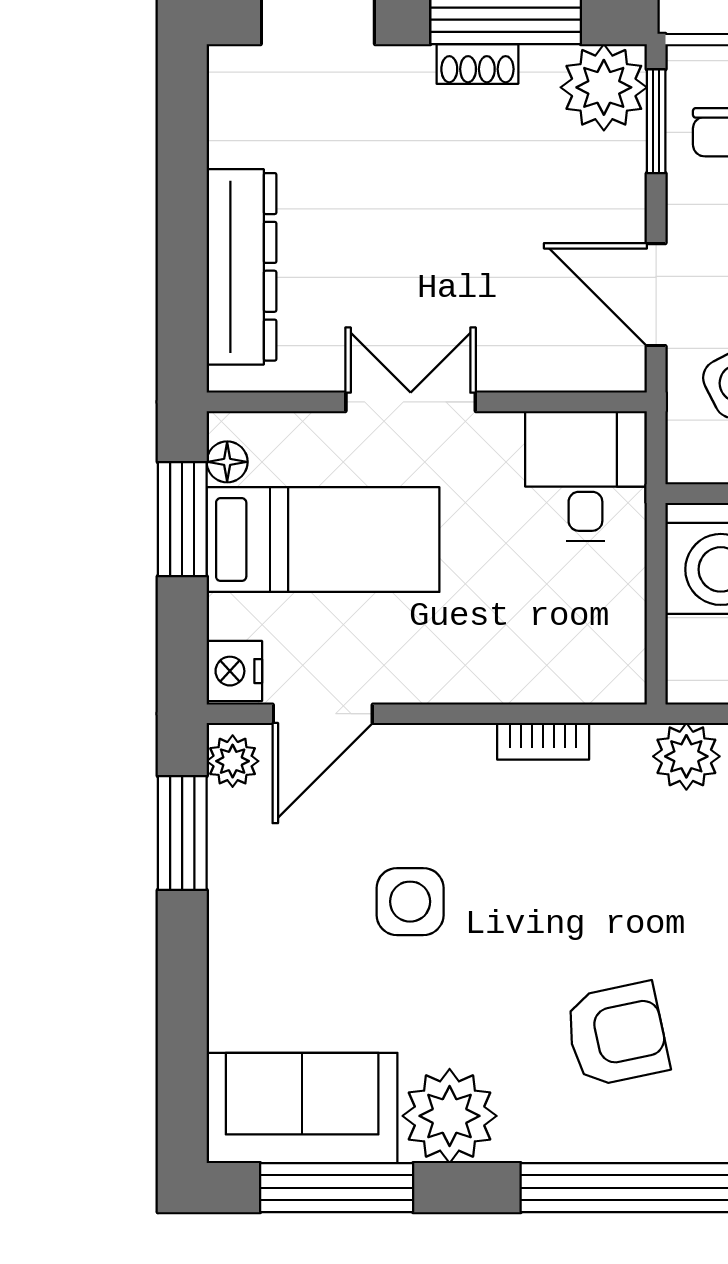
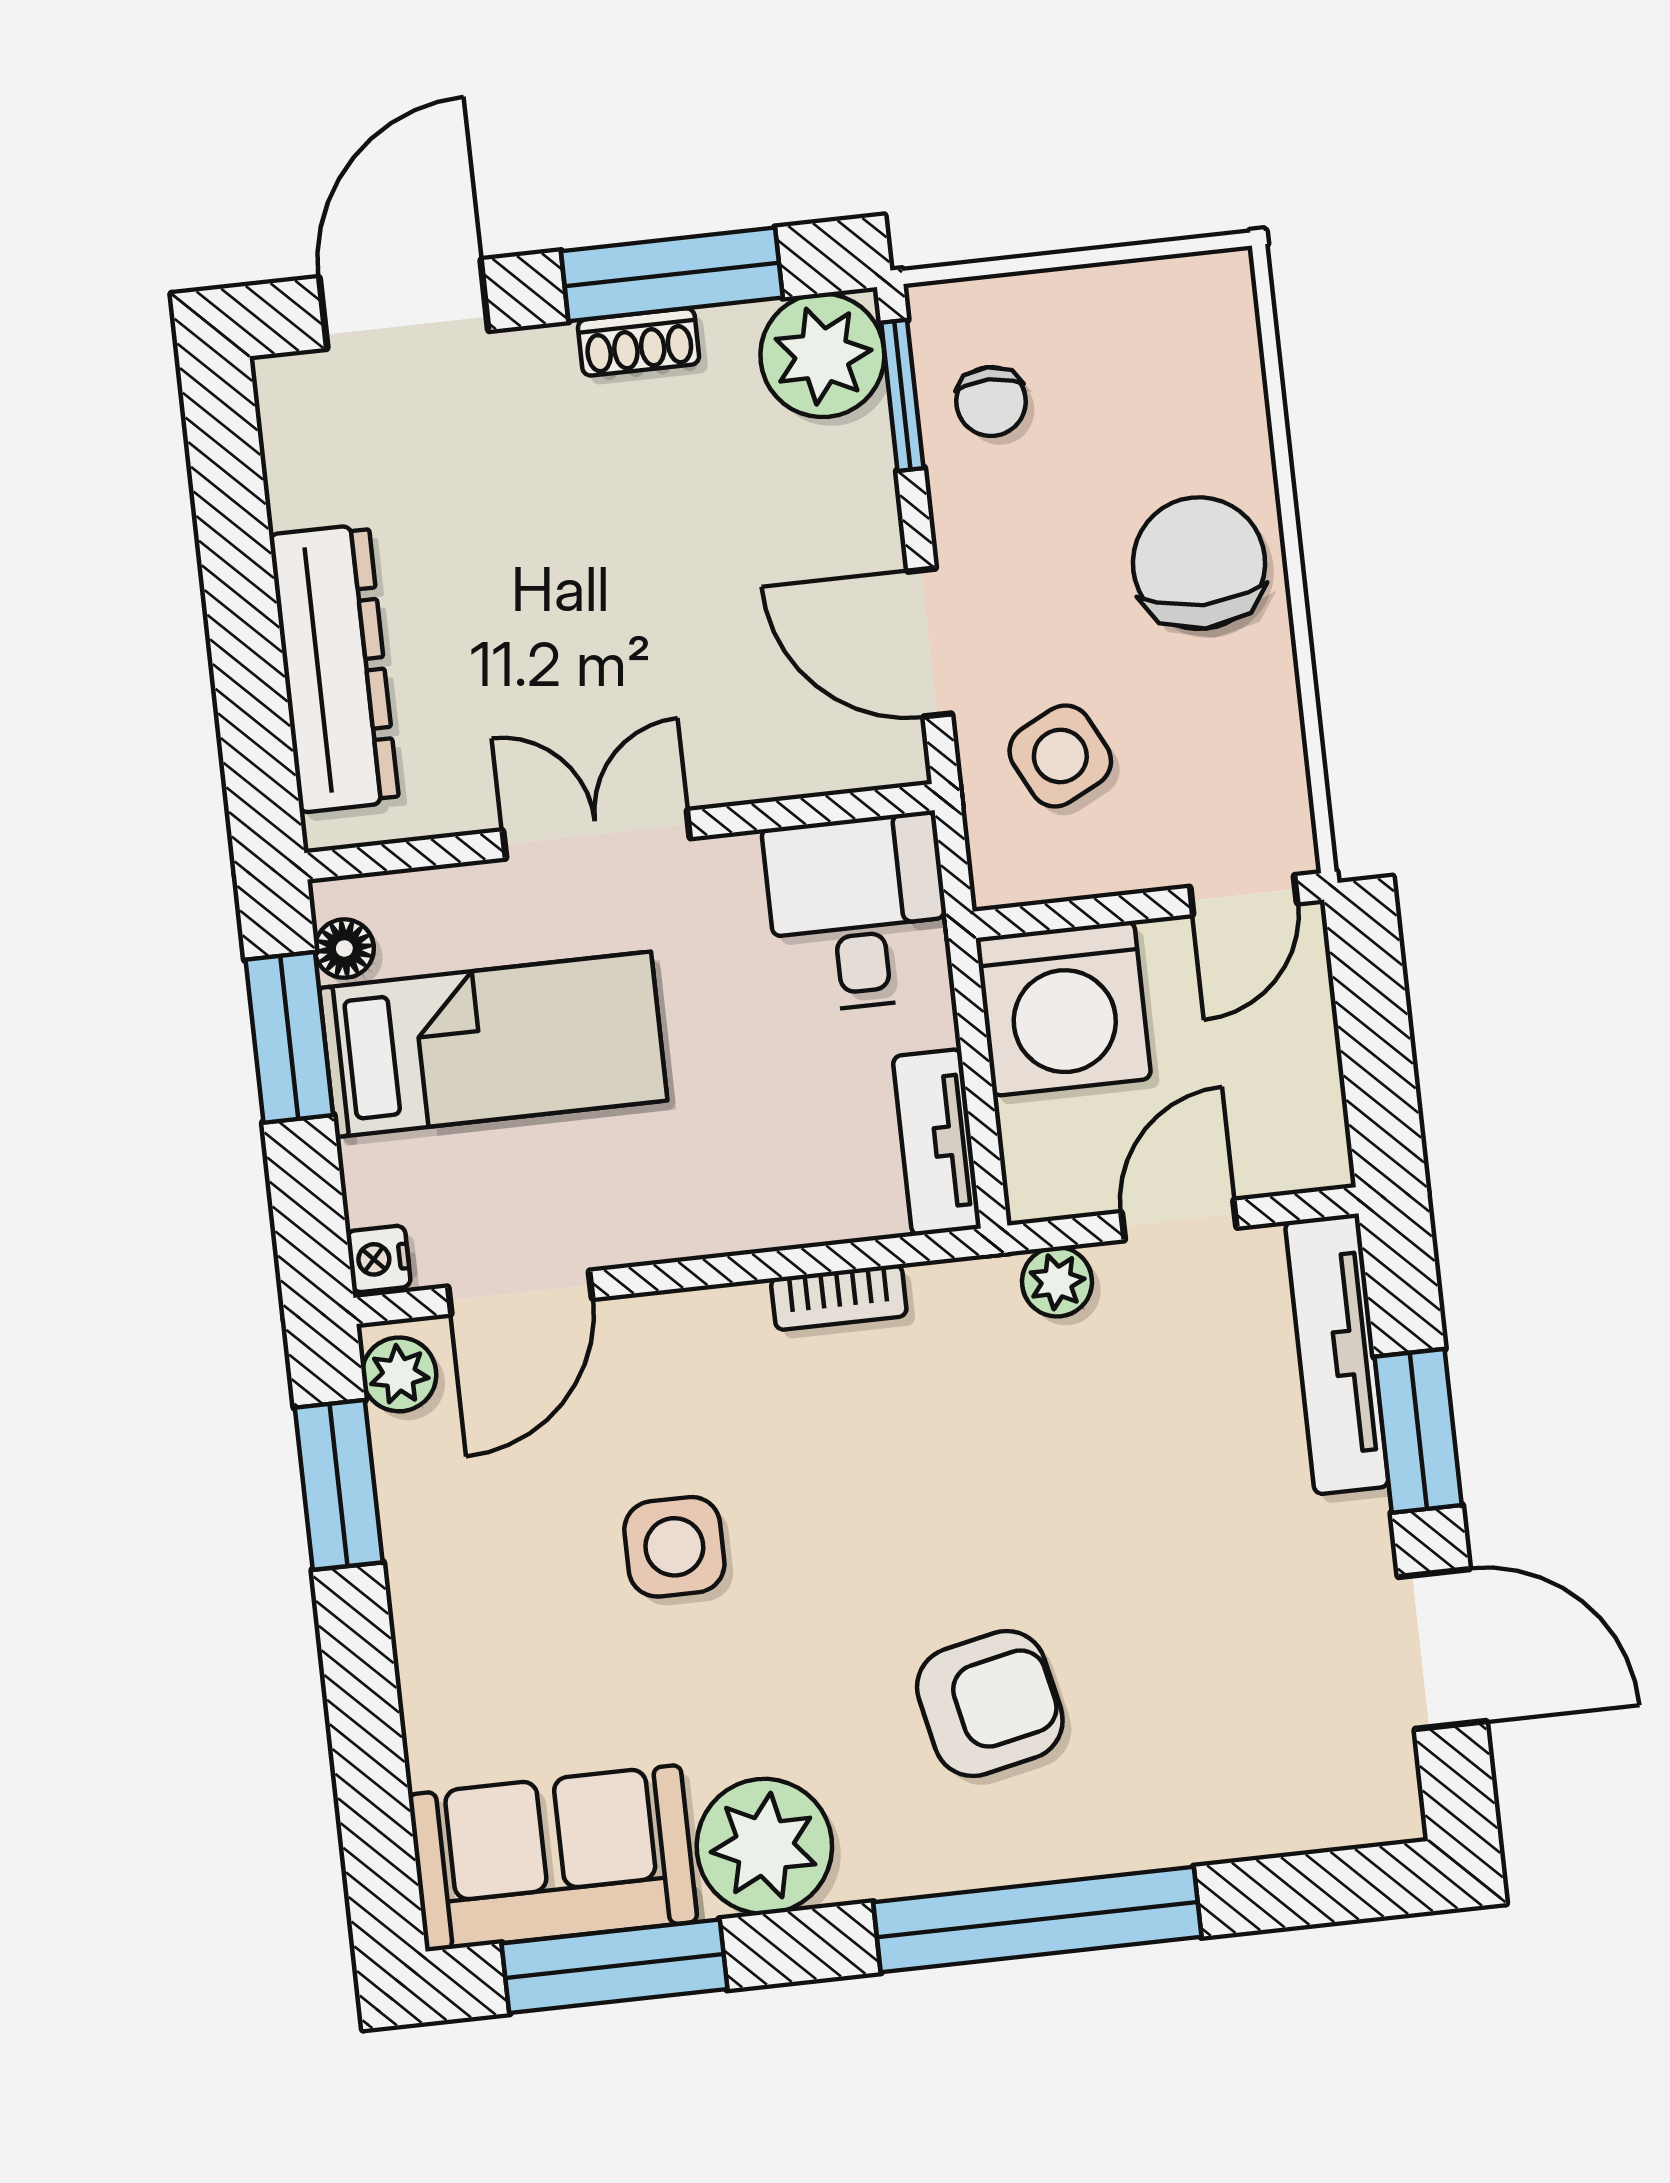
tv unit: (623, 641) -> (937, 1142), added
nightstand: (234, 671) -> (379, 1259), width x0.72, depth x0.74
plant: (686, 756) -> (1057, 1282), width x0.73, depth x0.73

